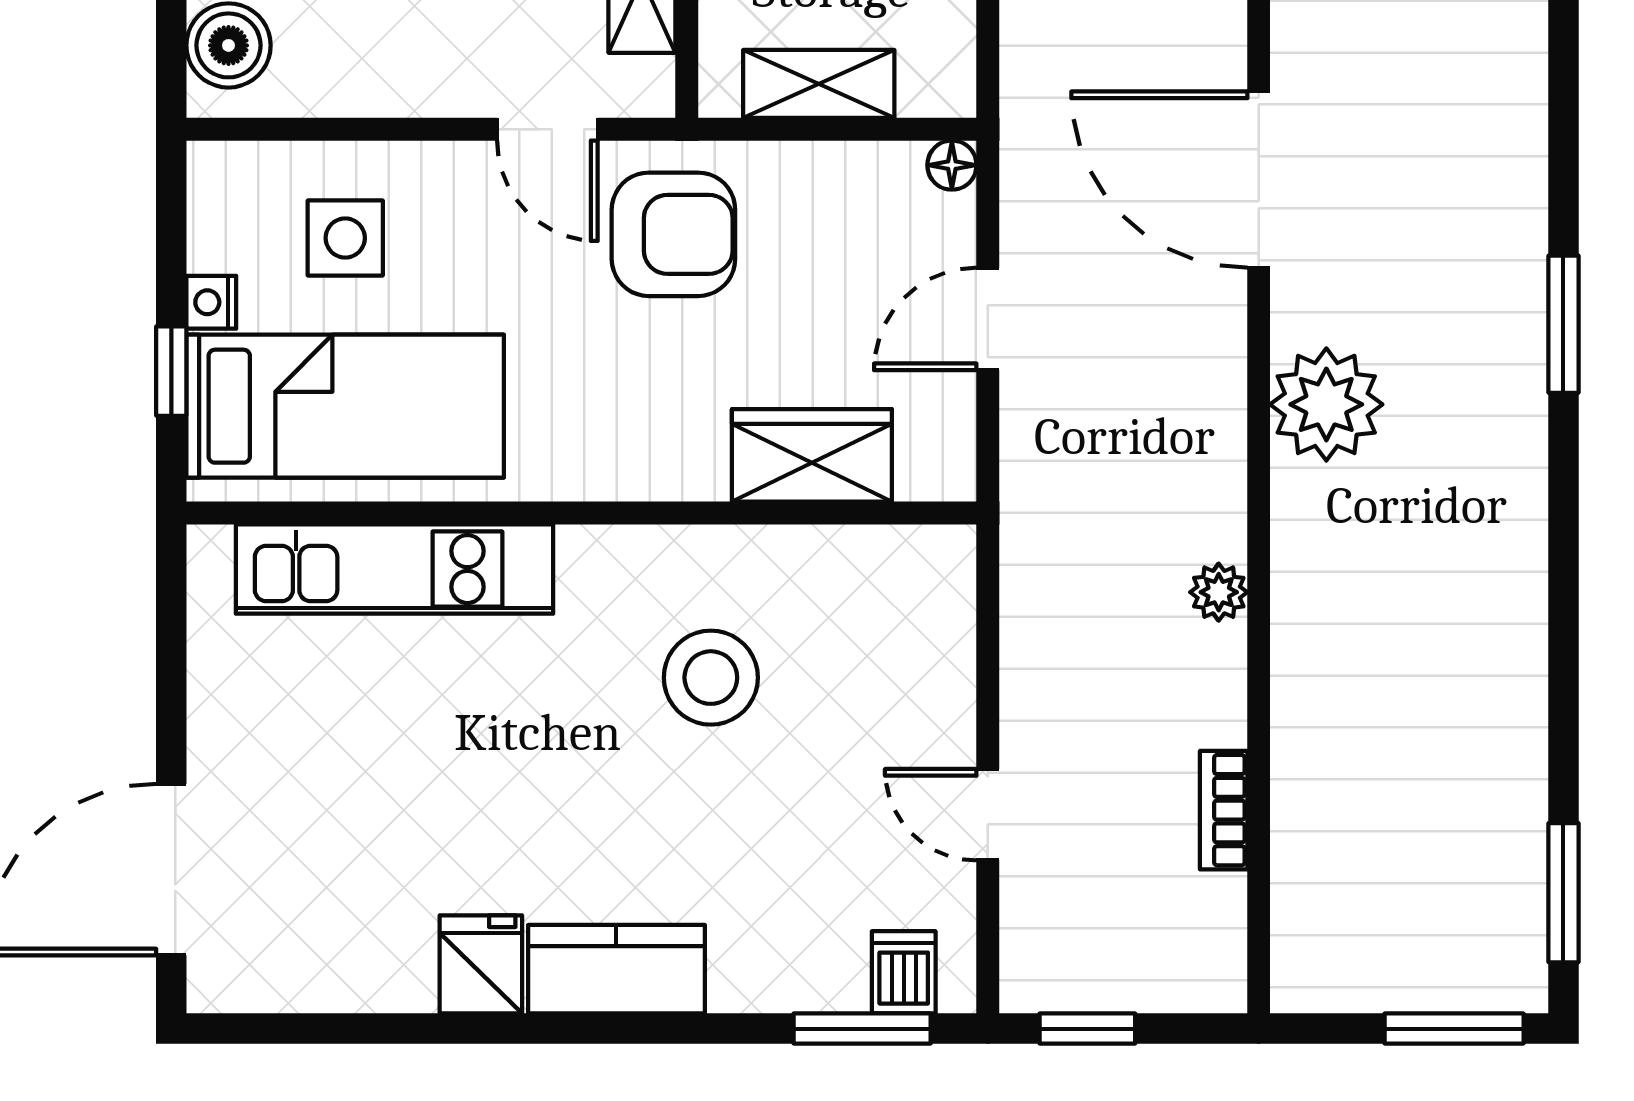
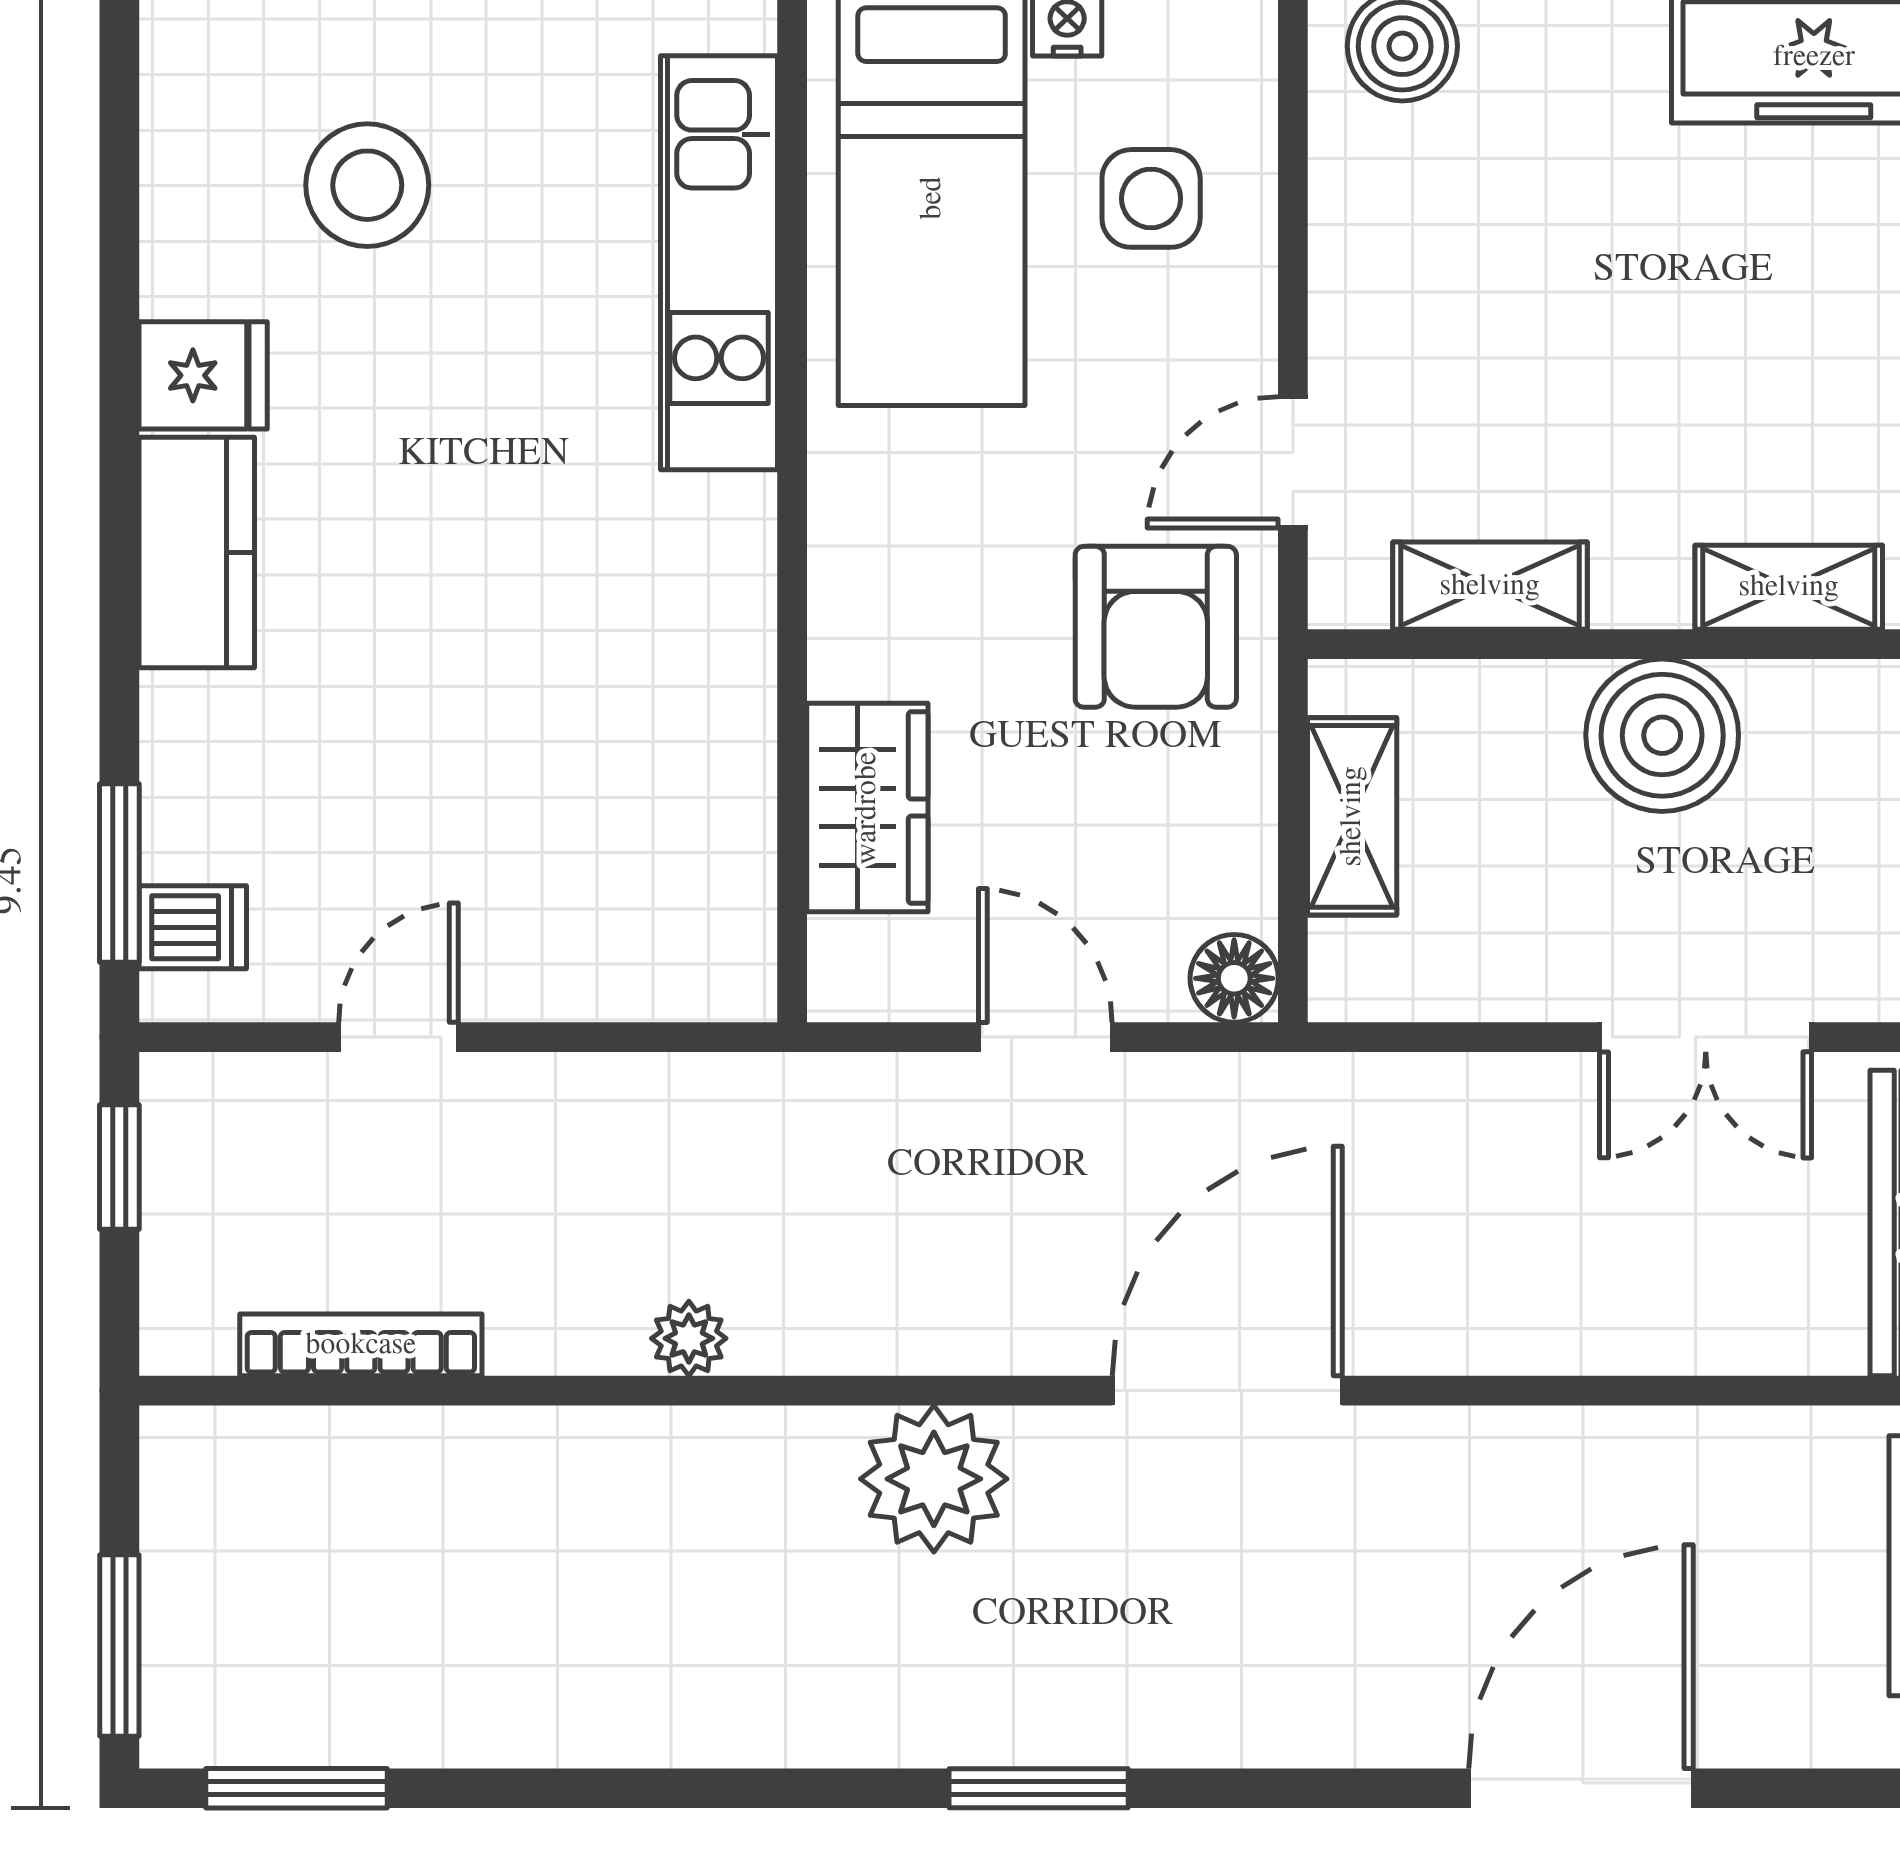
floor lamp: (952, 165) -> (1234, 978), width x1.37, depth x1.37
stool: (711, 678) -> (367, 185), moved
bookcase: (1224, 810) -> (361, 1345), width x1.56

